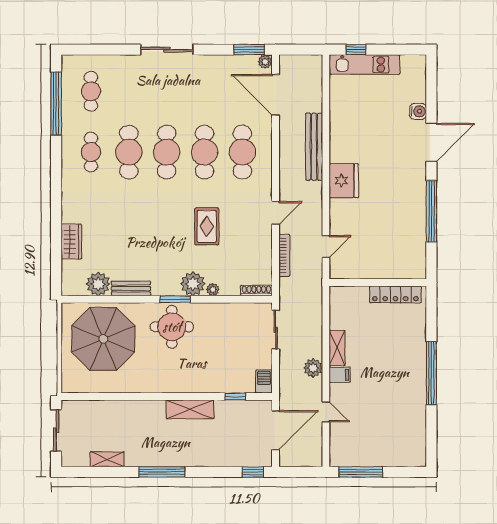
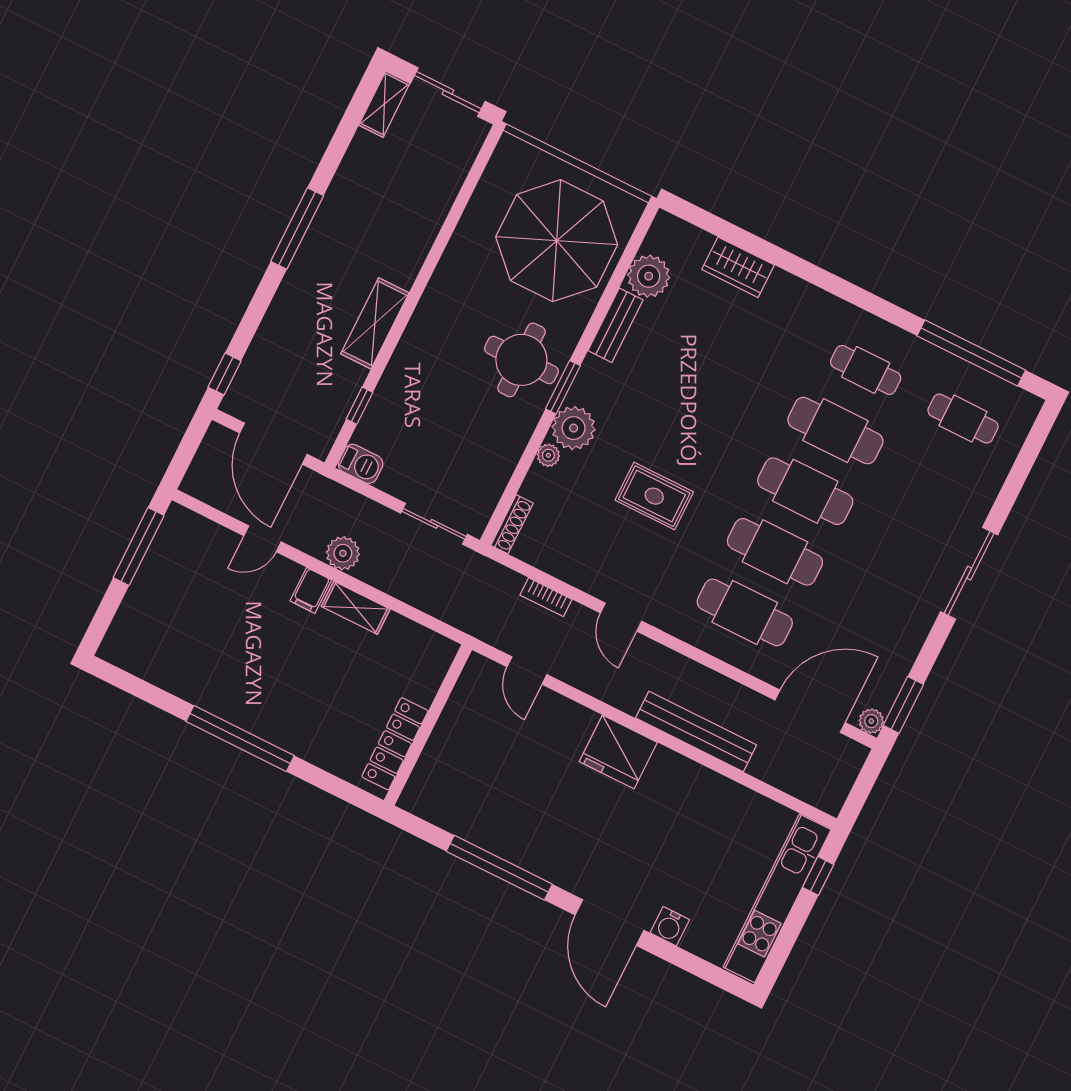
kitchen unit: (365, 65) -> (777, 898), width x1.36
bookcase: (284, 255) -> (546, 597), width x0.64
shelving: (107, 459) -> (384, 104), moved

